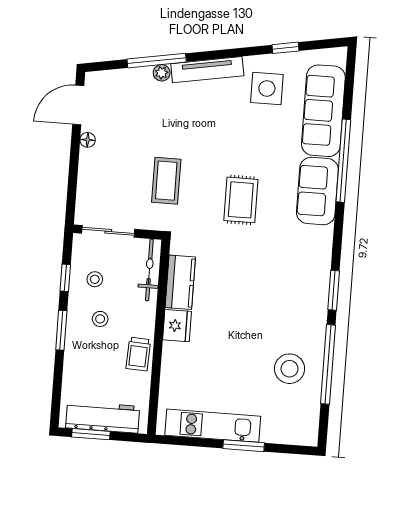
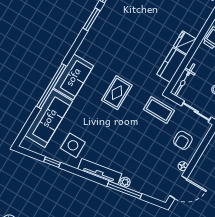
armchair: (107, 179) -> (183, 140), added
coffee table: (166, 181) -> (159, 110), moved, turned 90

